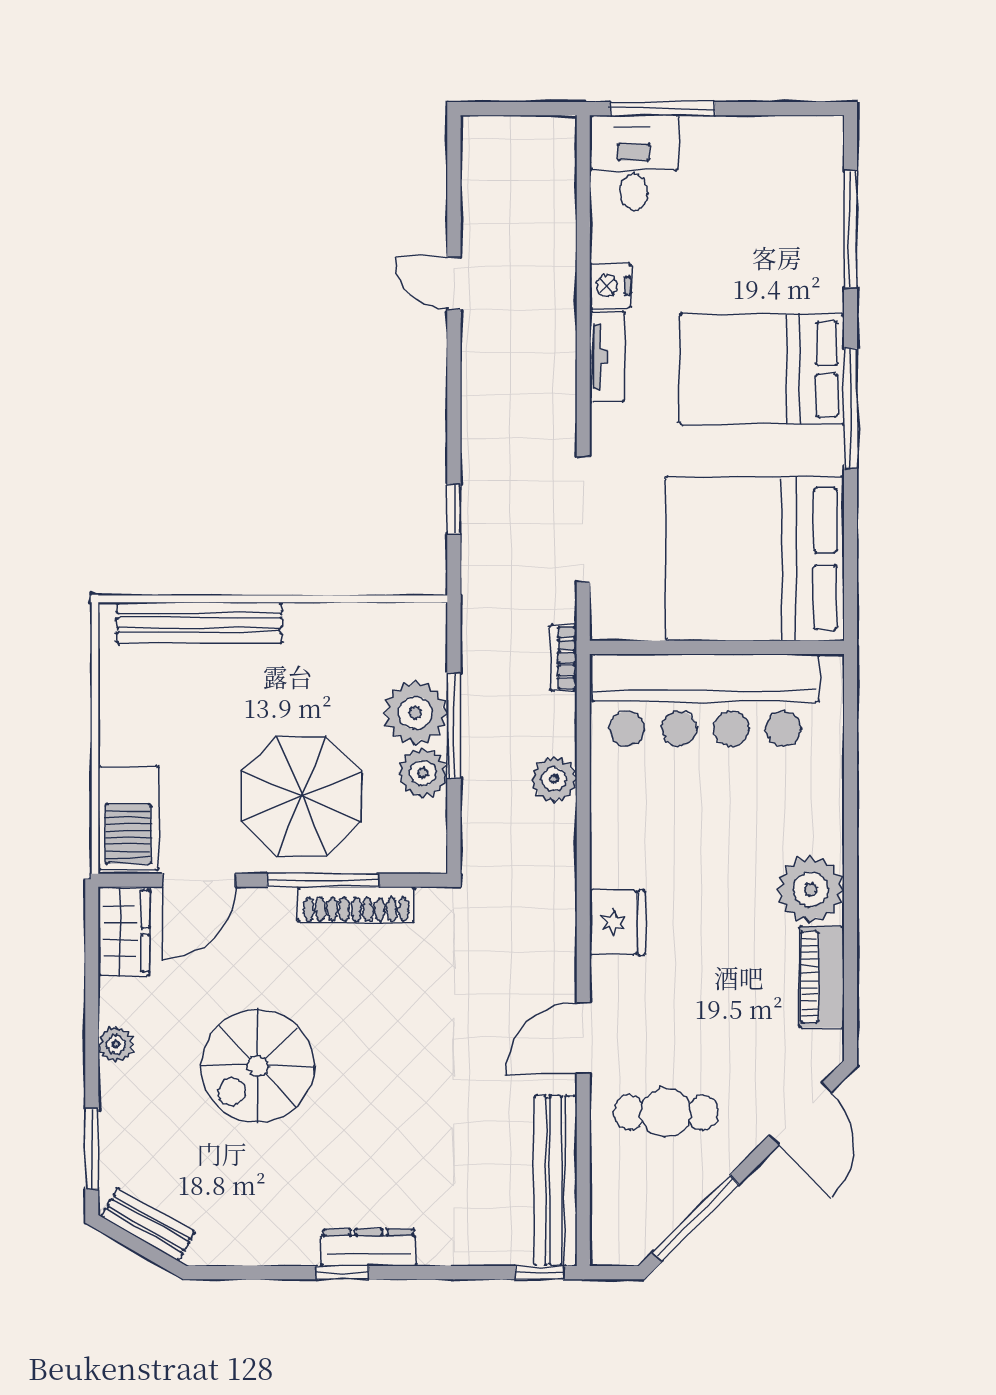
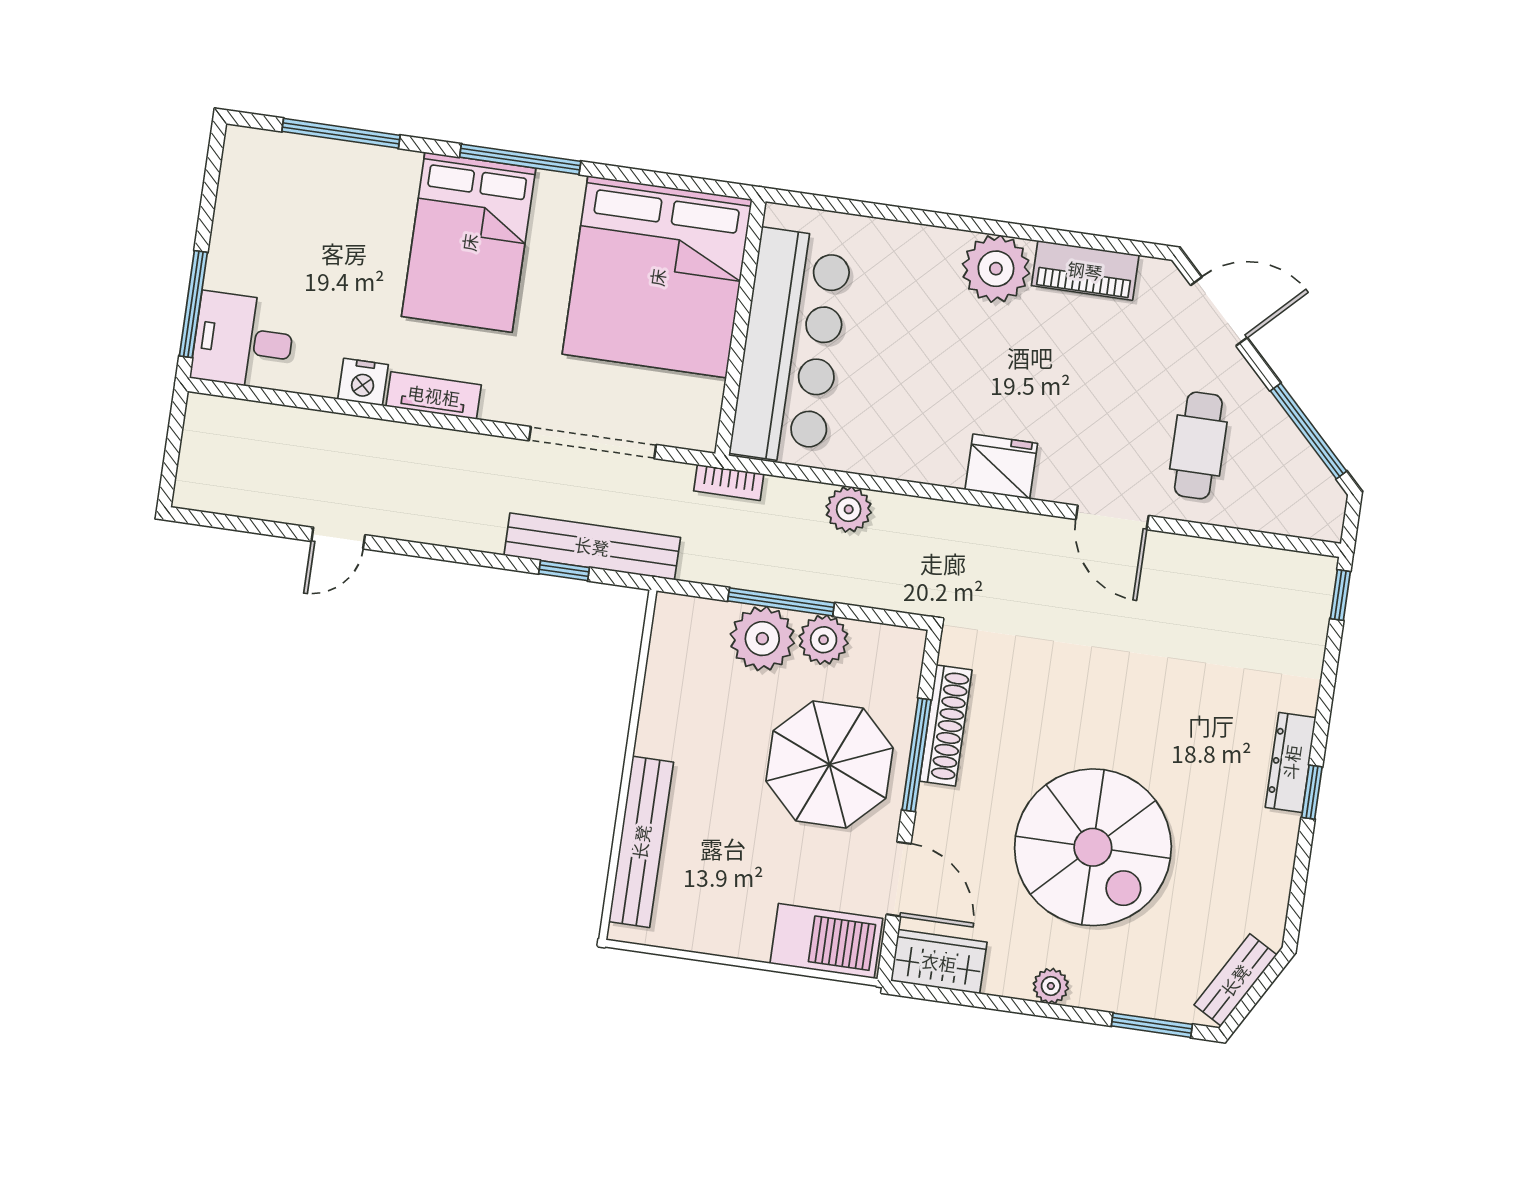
spiral stairs: (258, 1066) -> (1093, 847), width x1.37, depth x1.37
bench: (556, 1181) -> (592, 546), moved

